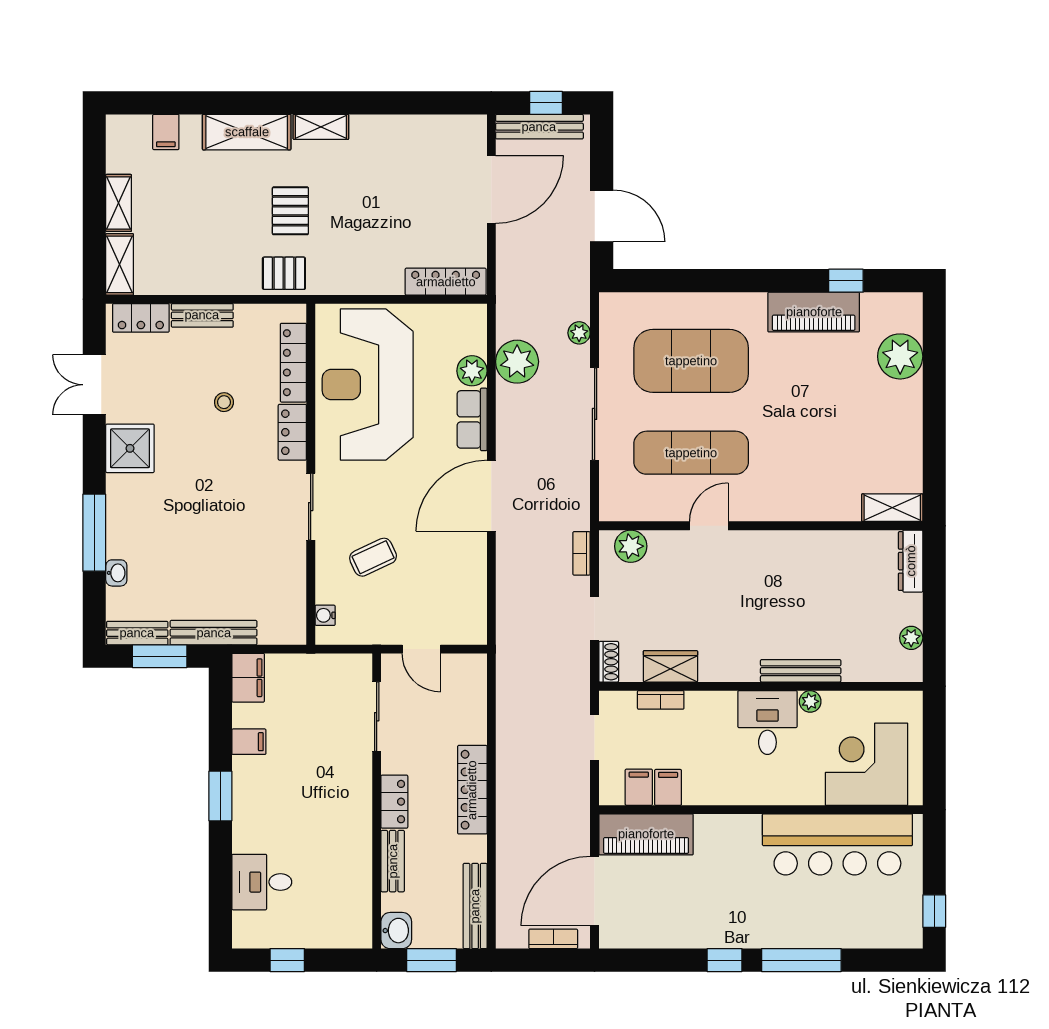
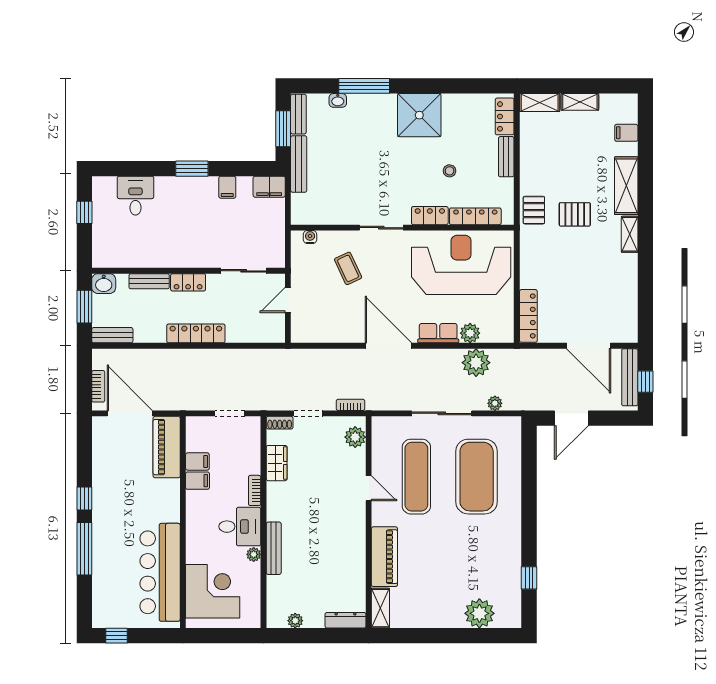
piano: (814, 312) -> (384, 557), moved, turned 180
double door: (94, 385) -> (461, 86), removed
shower: (130, 448) -> (419, 115), width x1.37, depth x1.37
bookcase: (661, 700) -> (255, 490), moved
filing cabinet: (639, 787) -> (198, 481), moved
bench: (475, 906) -> (112, 335), width x0.73

